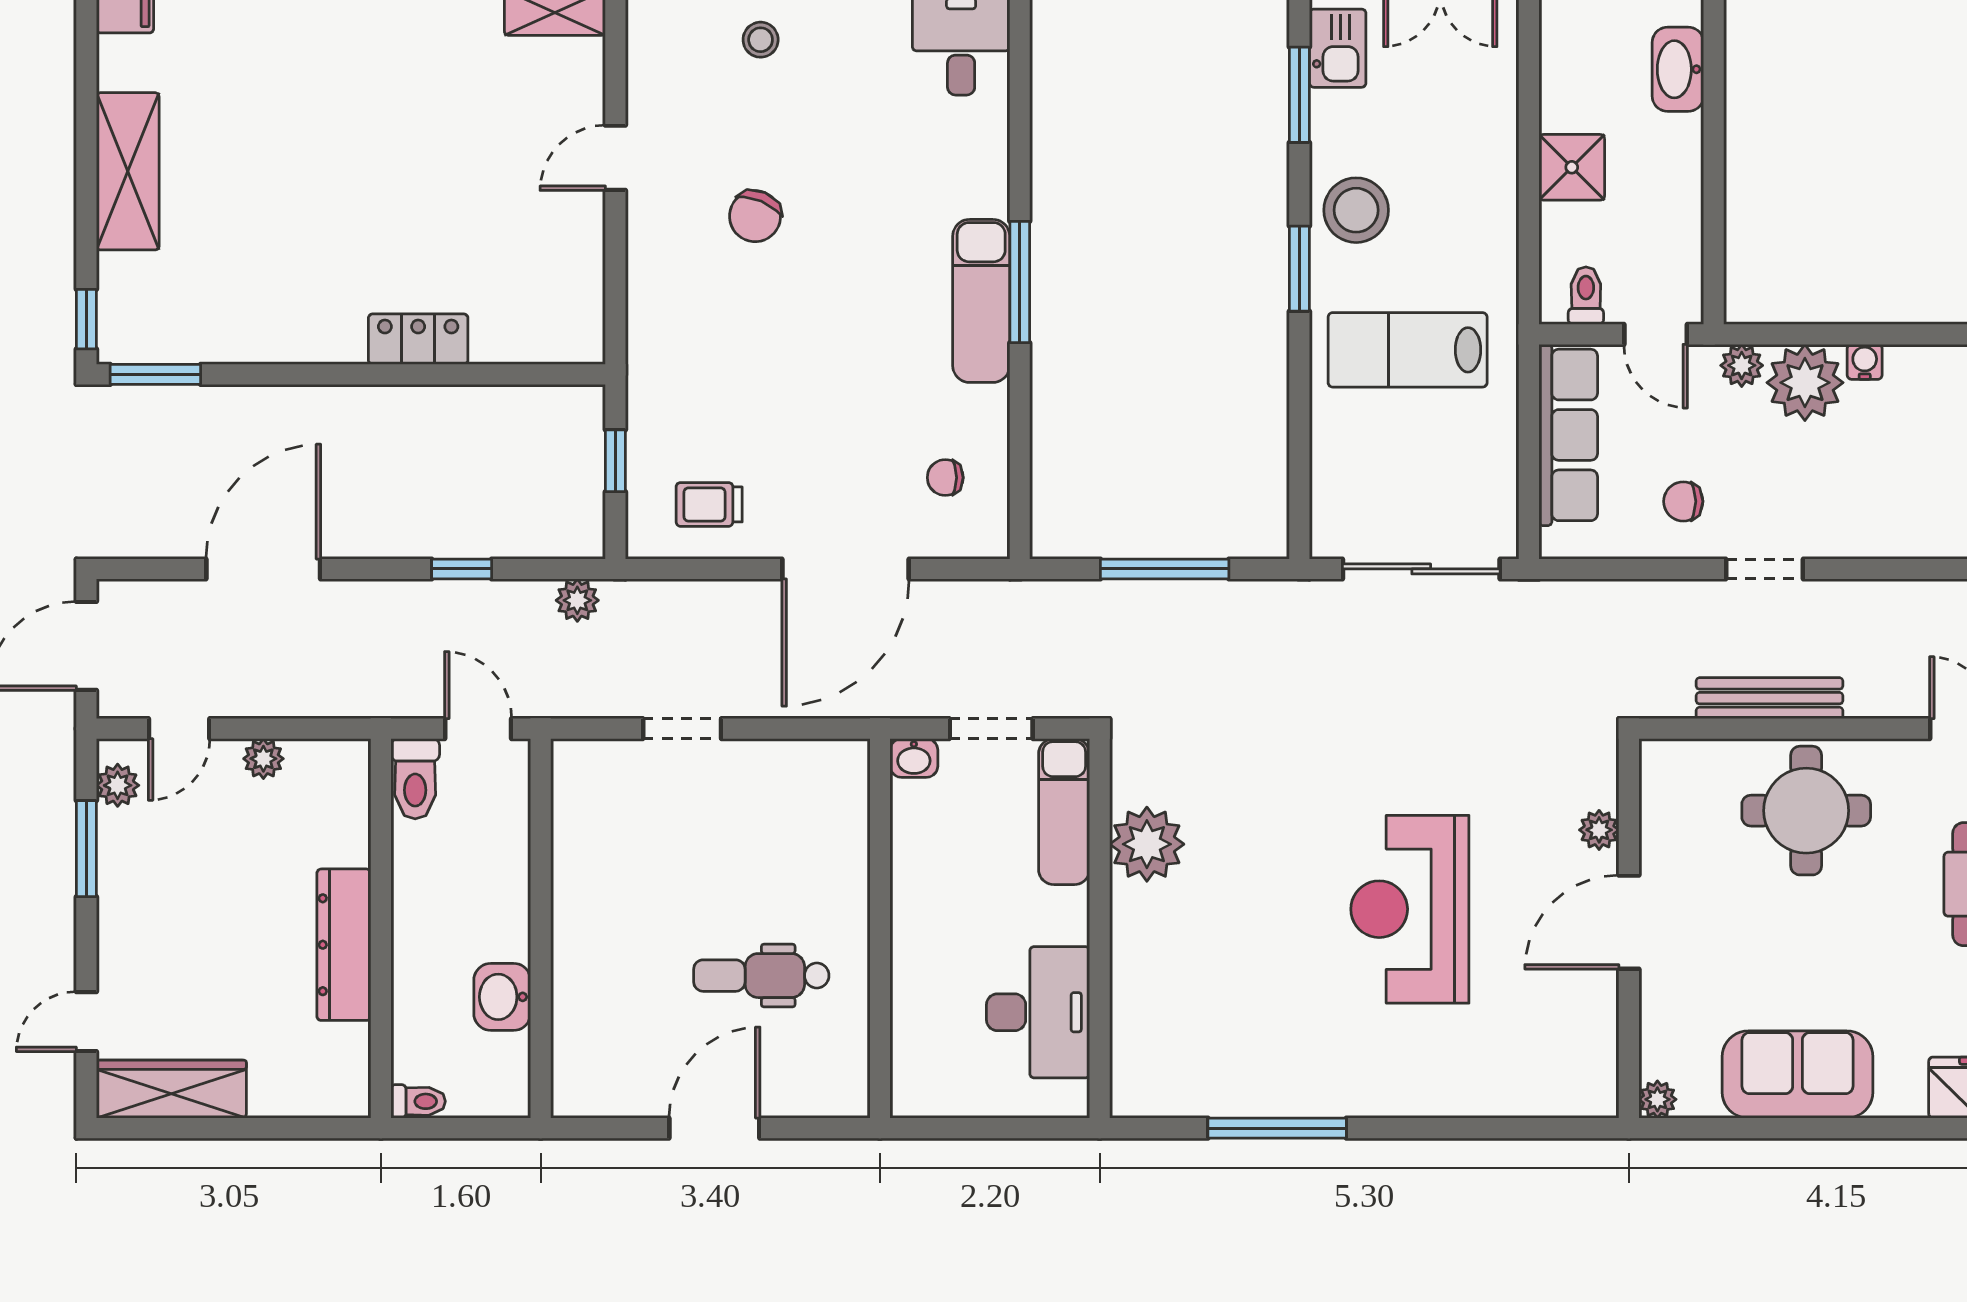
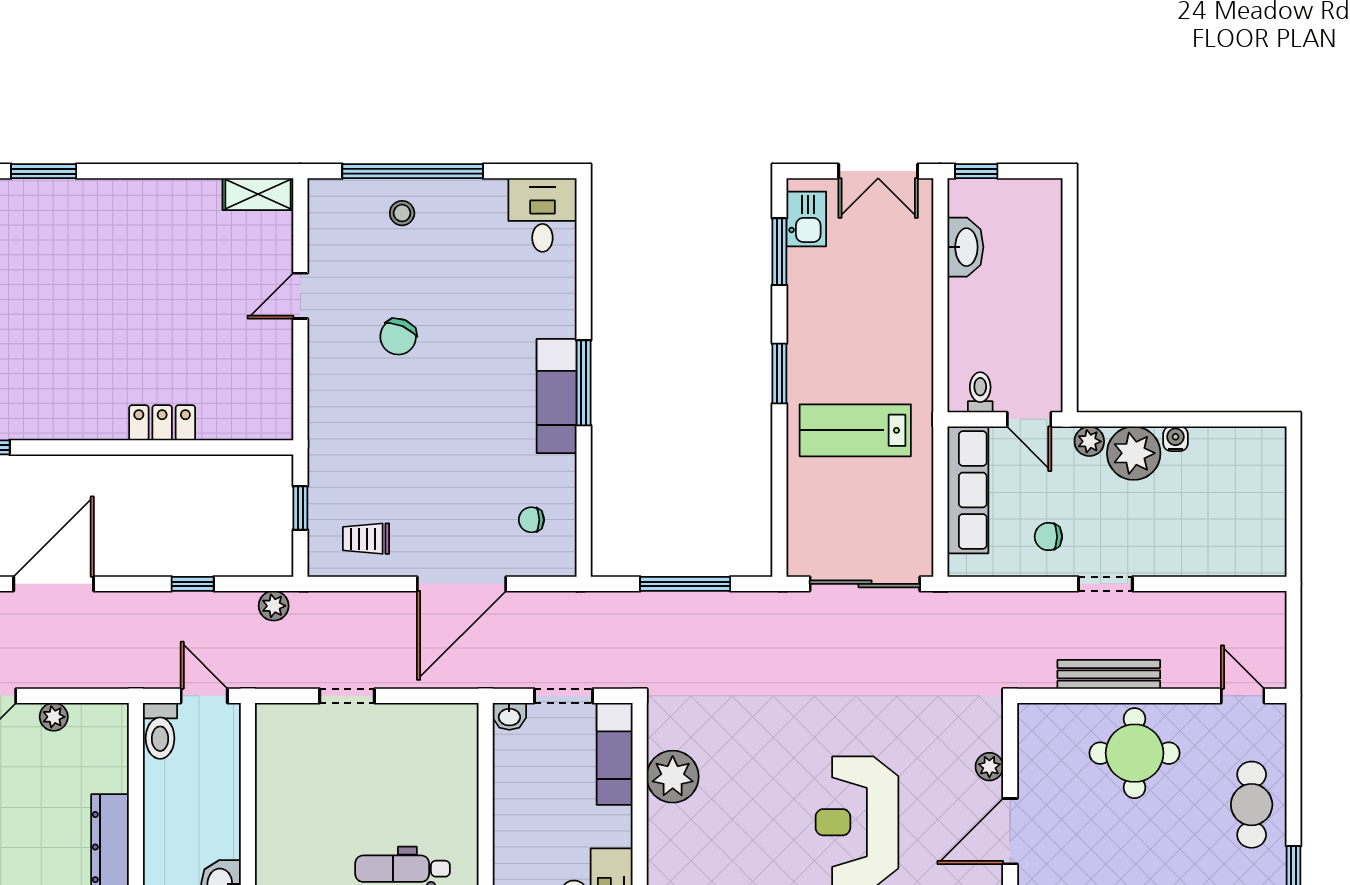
washbasin: (1678, 69) -> (965, 247), moved, turned 180
shower: (1572, 167) -> (970, 302), removed
stool: (1356, 210) -> (819, 332), removed

